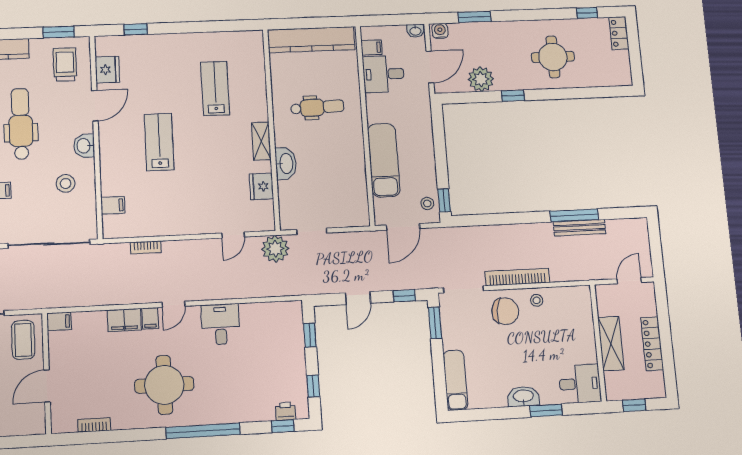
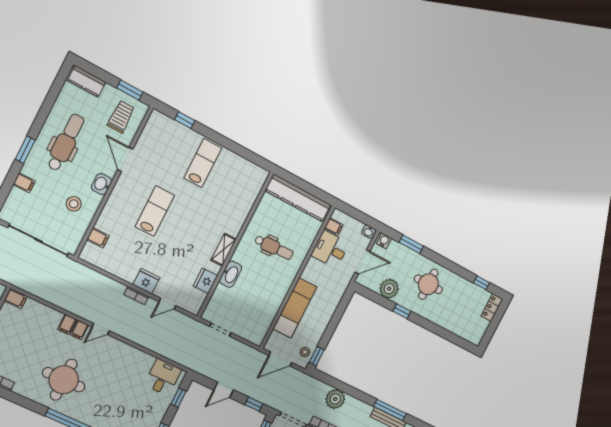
round table: (553, 57) -> (428, 284), moved
fridge: (107, 70) -> (146, 281), moved, turned -90
lab bench: (215, 89) -> (203, 163), moved
door: (95, 106) -> (125, 159), swing flipped
bookcase: (146, 247) -> (136, 296), moved
plant: (275, 249) -> (335, 399), moved
filing cabinet: (124, 320) -> (67, 324), width x0.50
desk: (220, 324) -> (163, 377), moved

